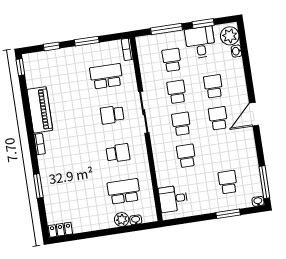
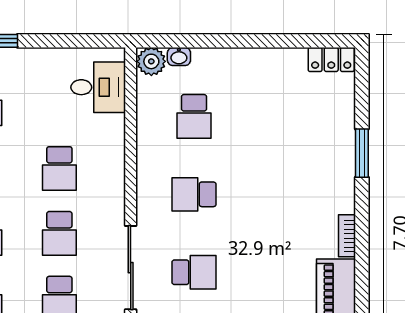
school desk: (124, 191) -> (194, 116), width x0.54
plant: (122, 219) -> (151, 61), moved

